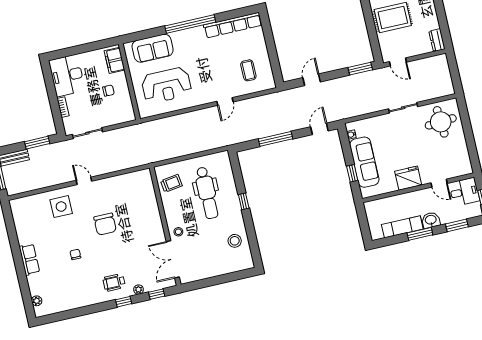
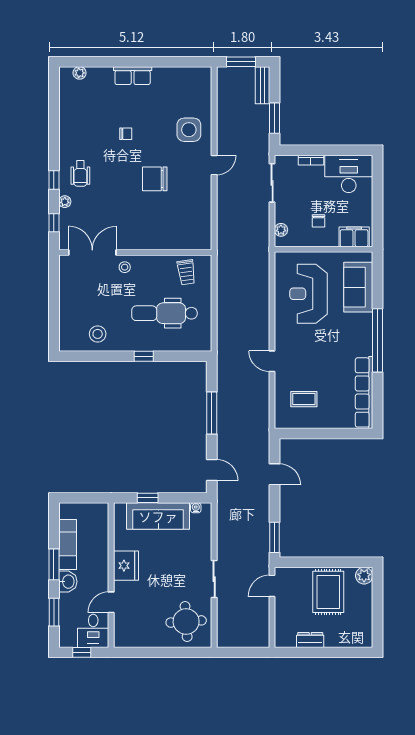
dresser: (437, 40) -> (310, 640), moved
plant: (122, 118) -> (281, 230), added
wheelchair: (114, 282) -> (80, 174), turned 180

